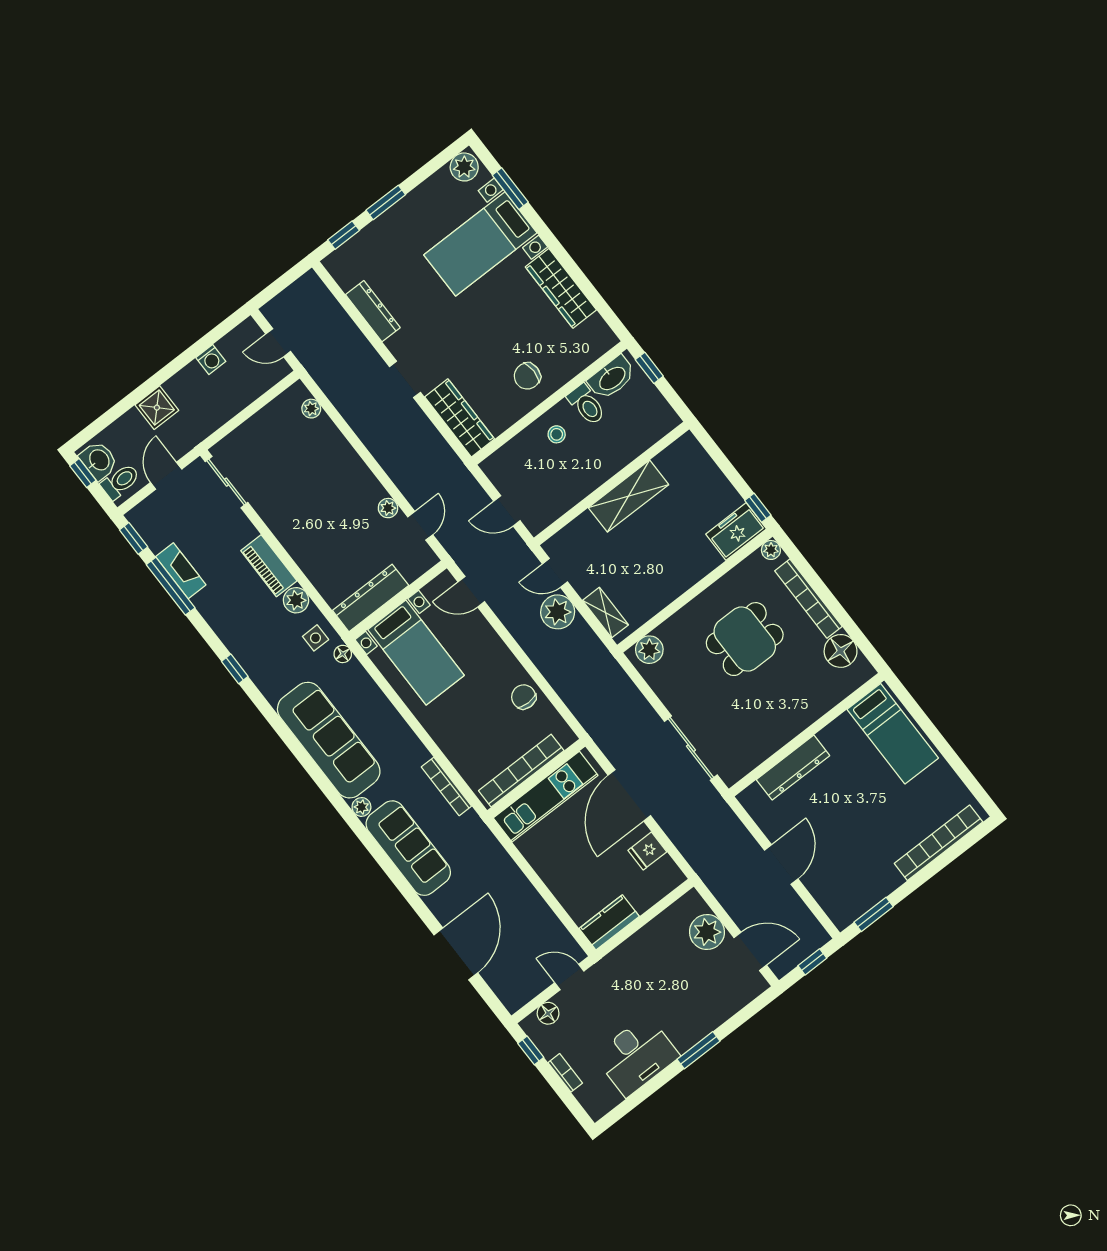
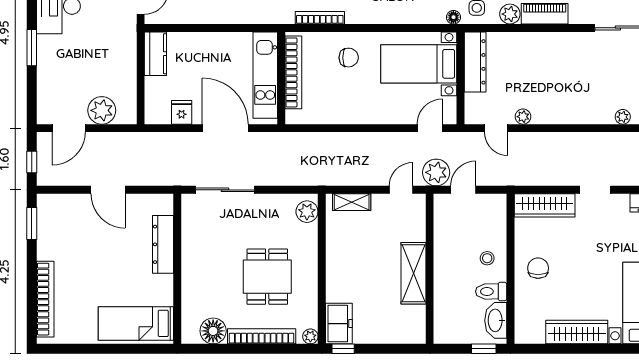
plant: (558, 612) -> (436, 172), moved
chair: (524, 697) -> (349, 58), moved

